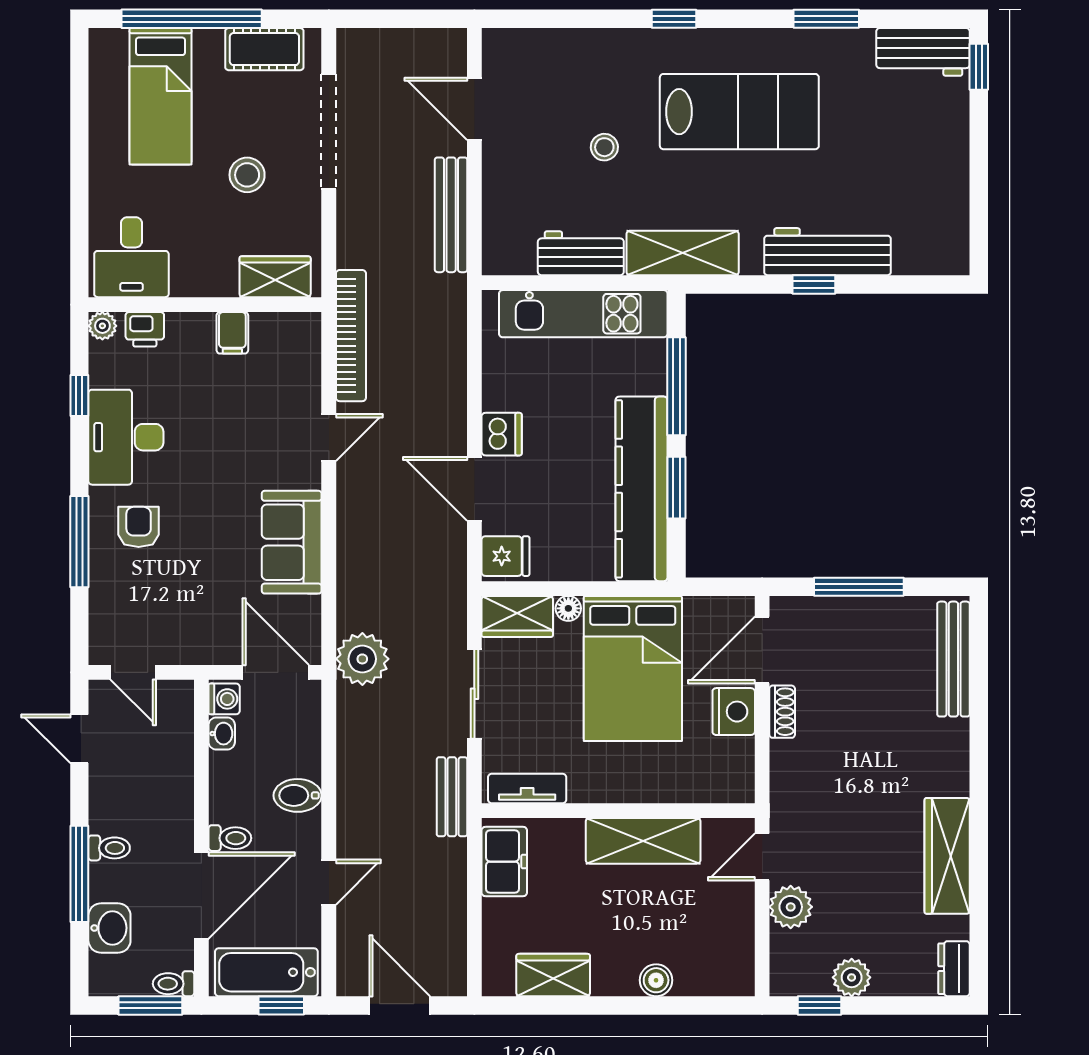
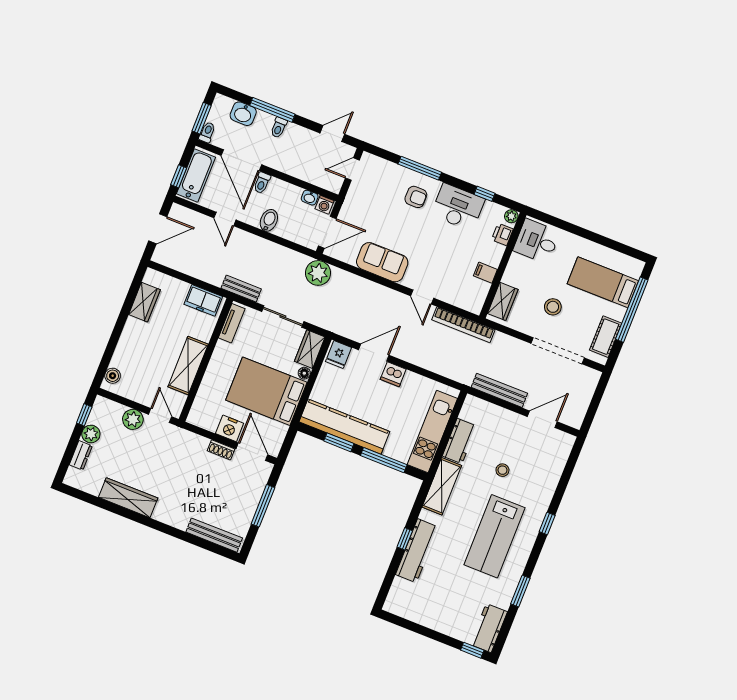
dresser: (954, 969) -> (81, 455), moved, turned 90
boiler: (656, 980) -> (113, 376), moved

